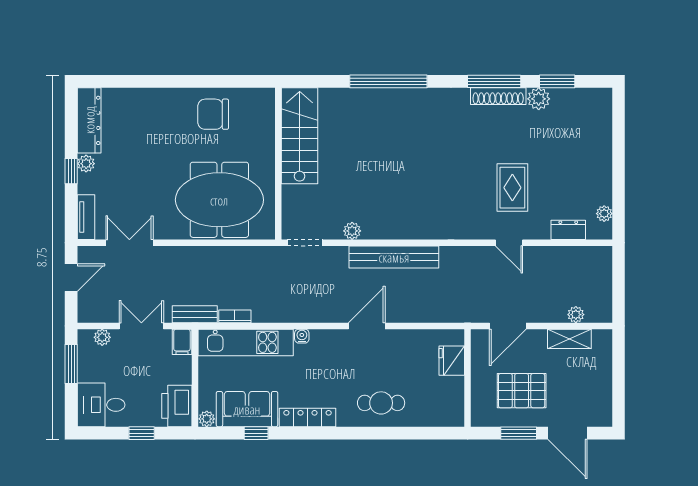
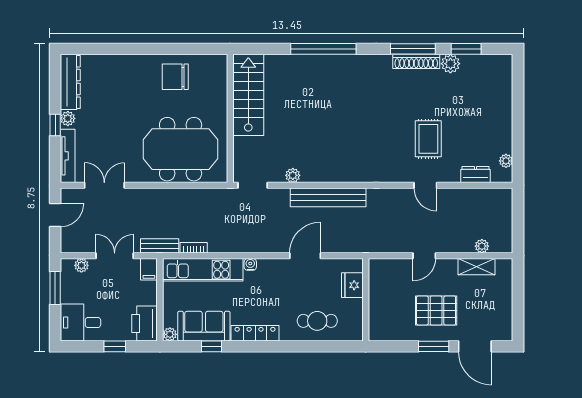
tv unit: (86, 217) -> (68, 156), width x1.41
door: (508, 326) -> (424, 256), width x0.73
fridge: (452, 361) -> (352, 285), moved
wall: (468, 378) -> (366, 300), moved

